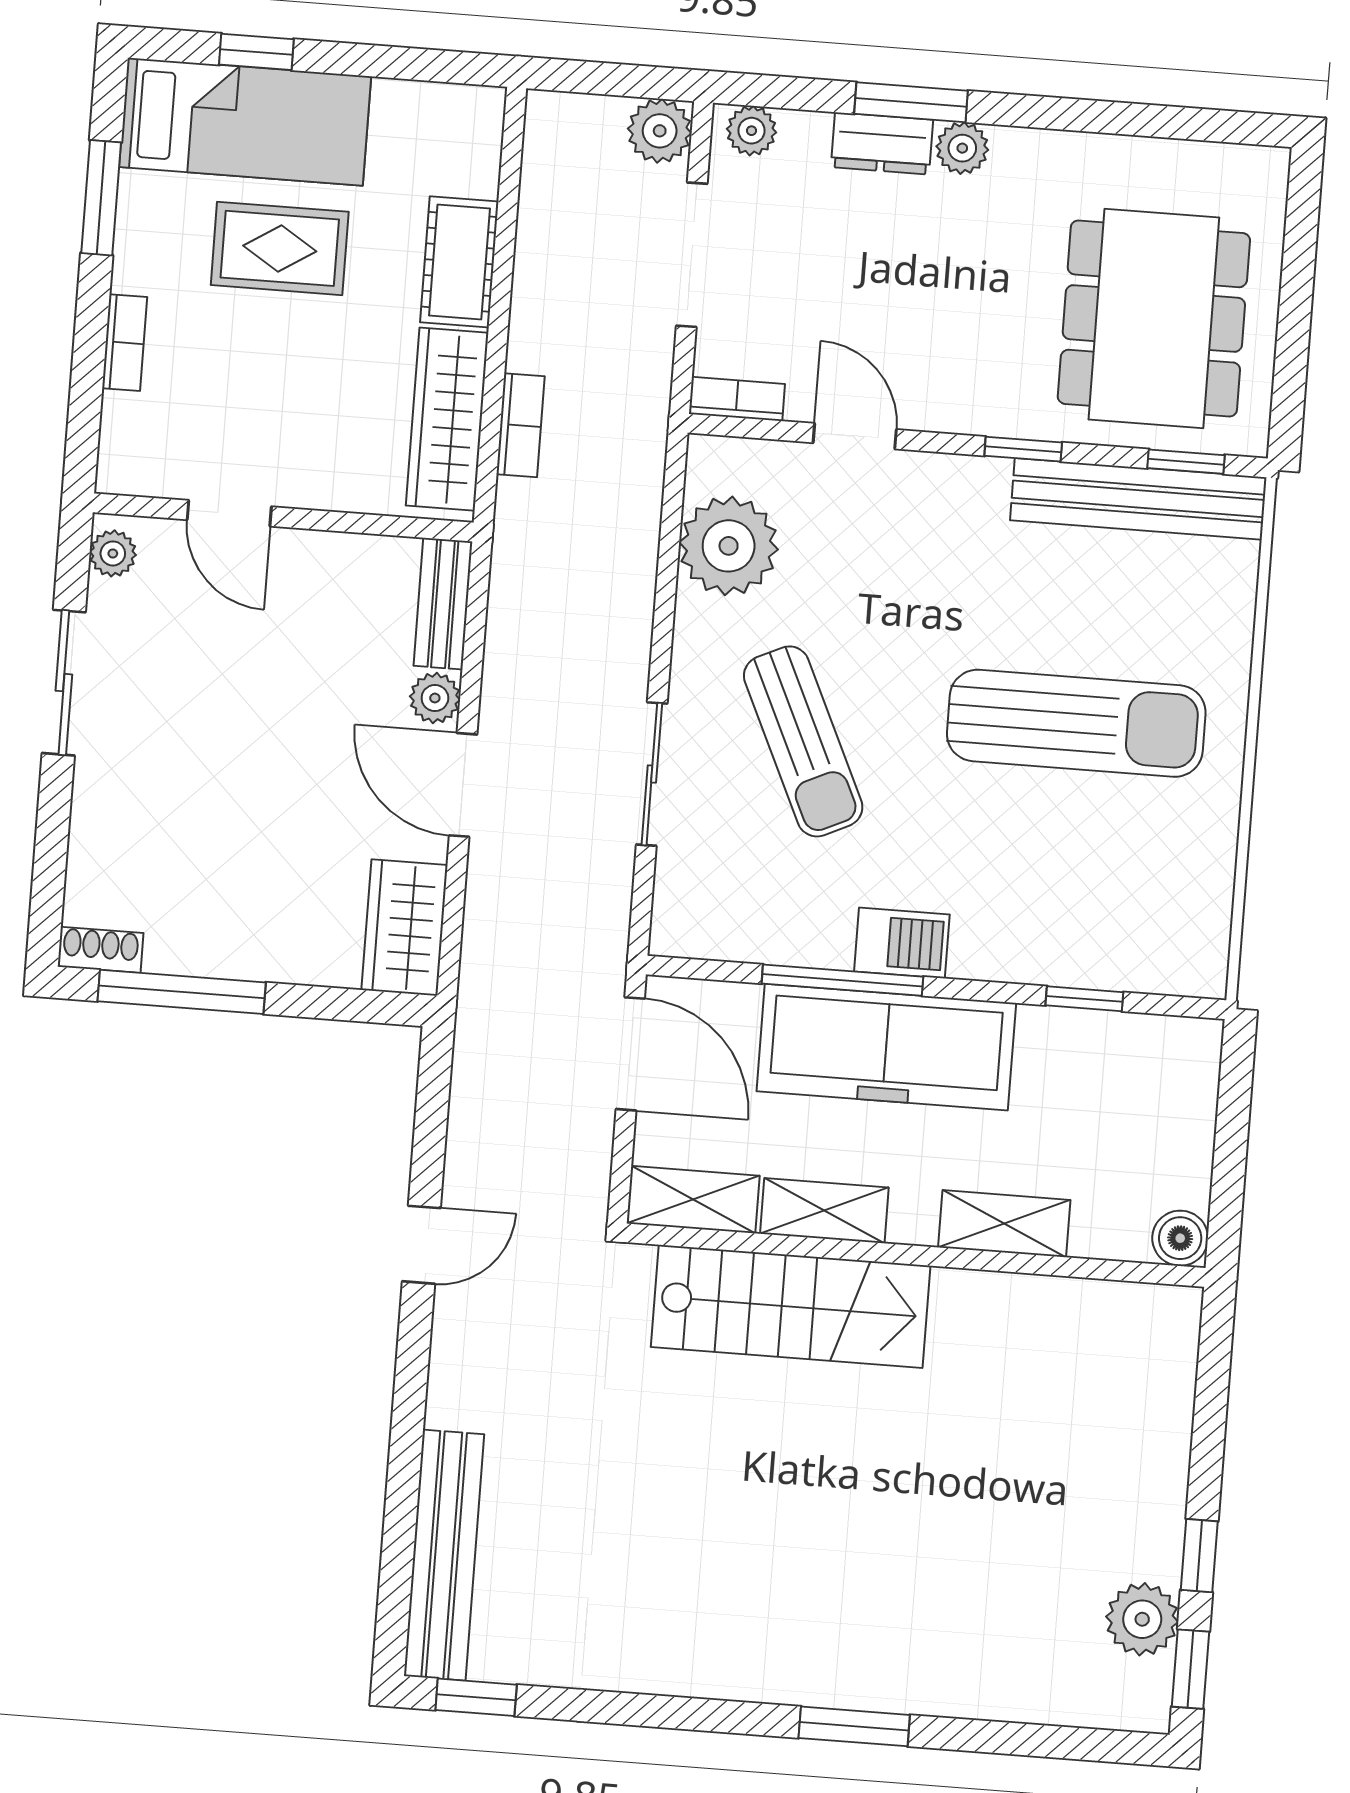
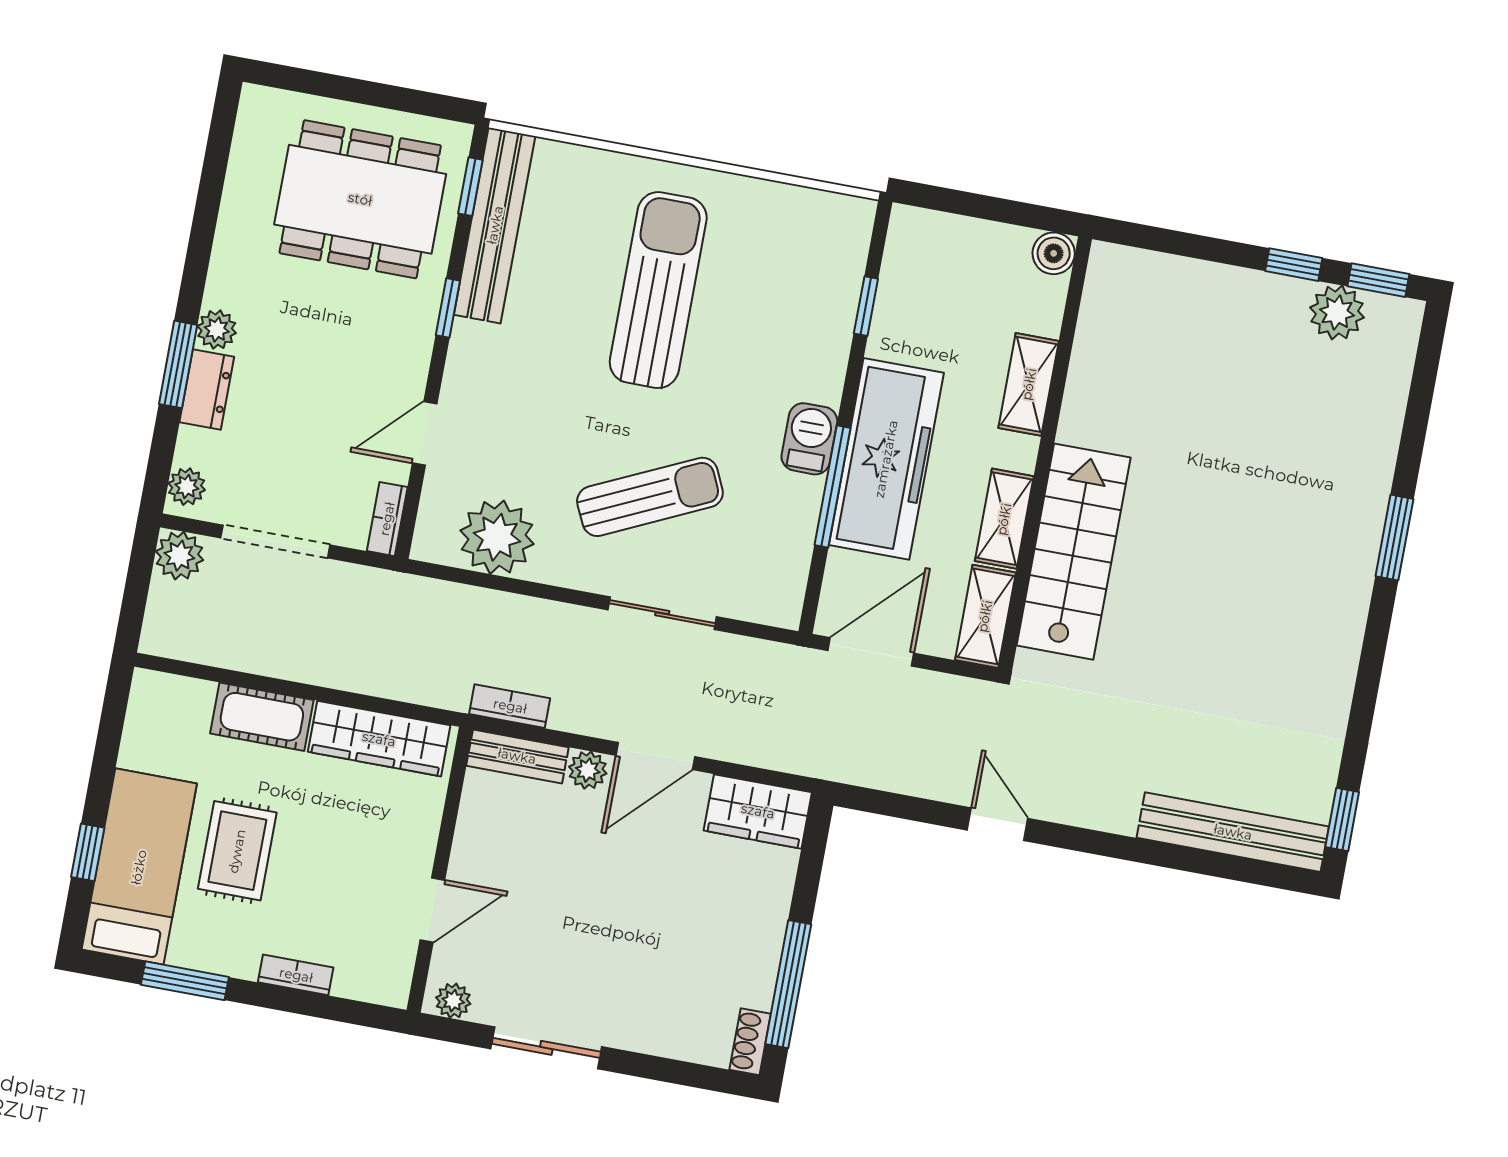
bookcase: (521, 425) -> (510, 706), moved

